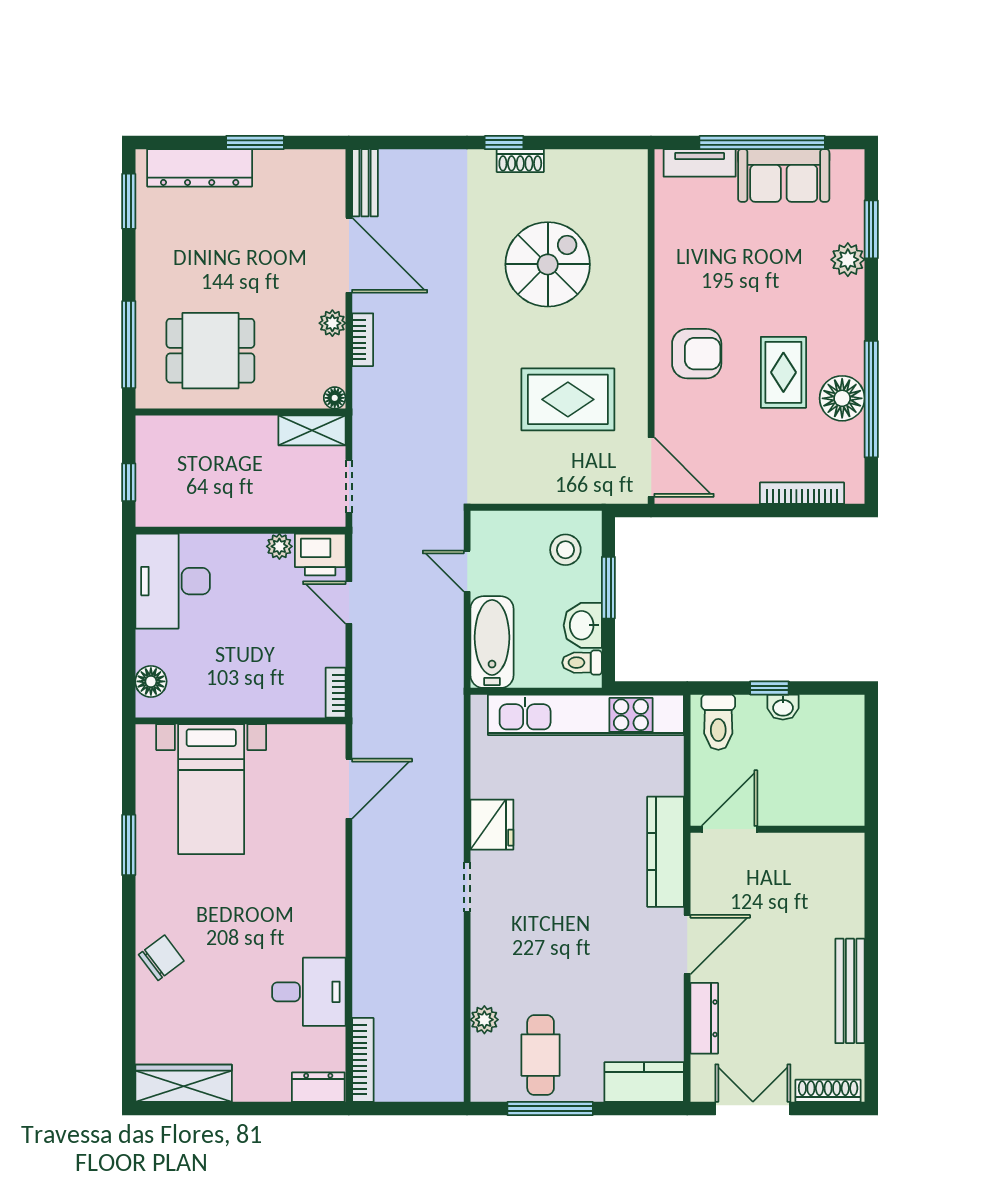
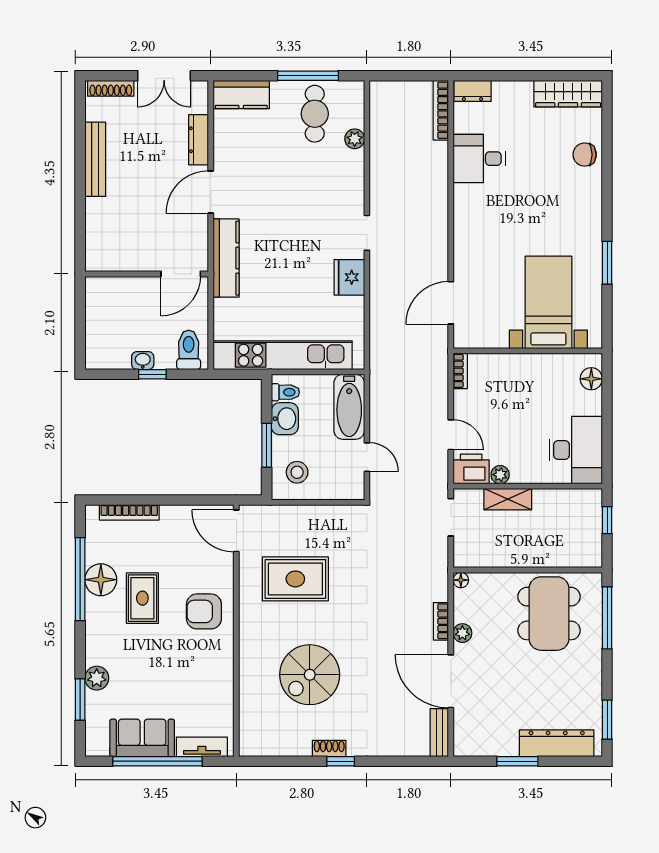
dining table: (210, 351) -> (549, 614), width x1.38
shelving: (312, 430) -> (508, 499), moved
chair: (161, 958) -> (585, 155), moved, turned 37

